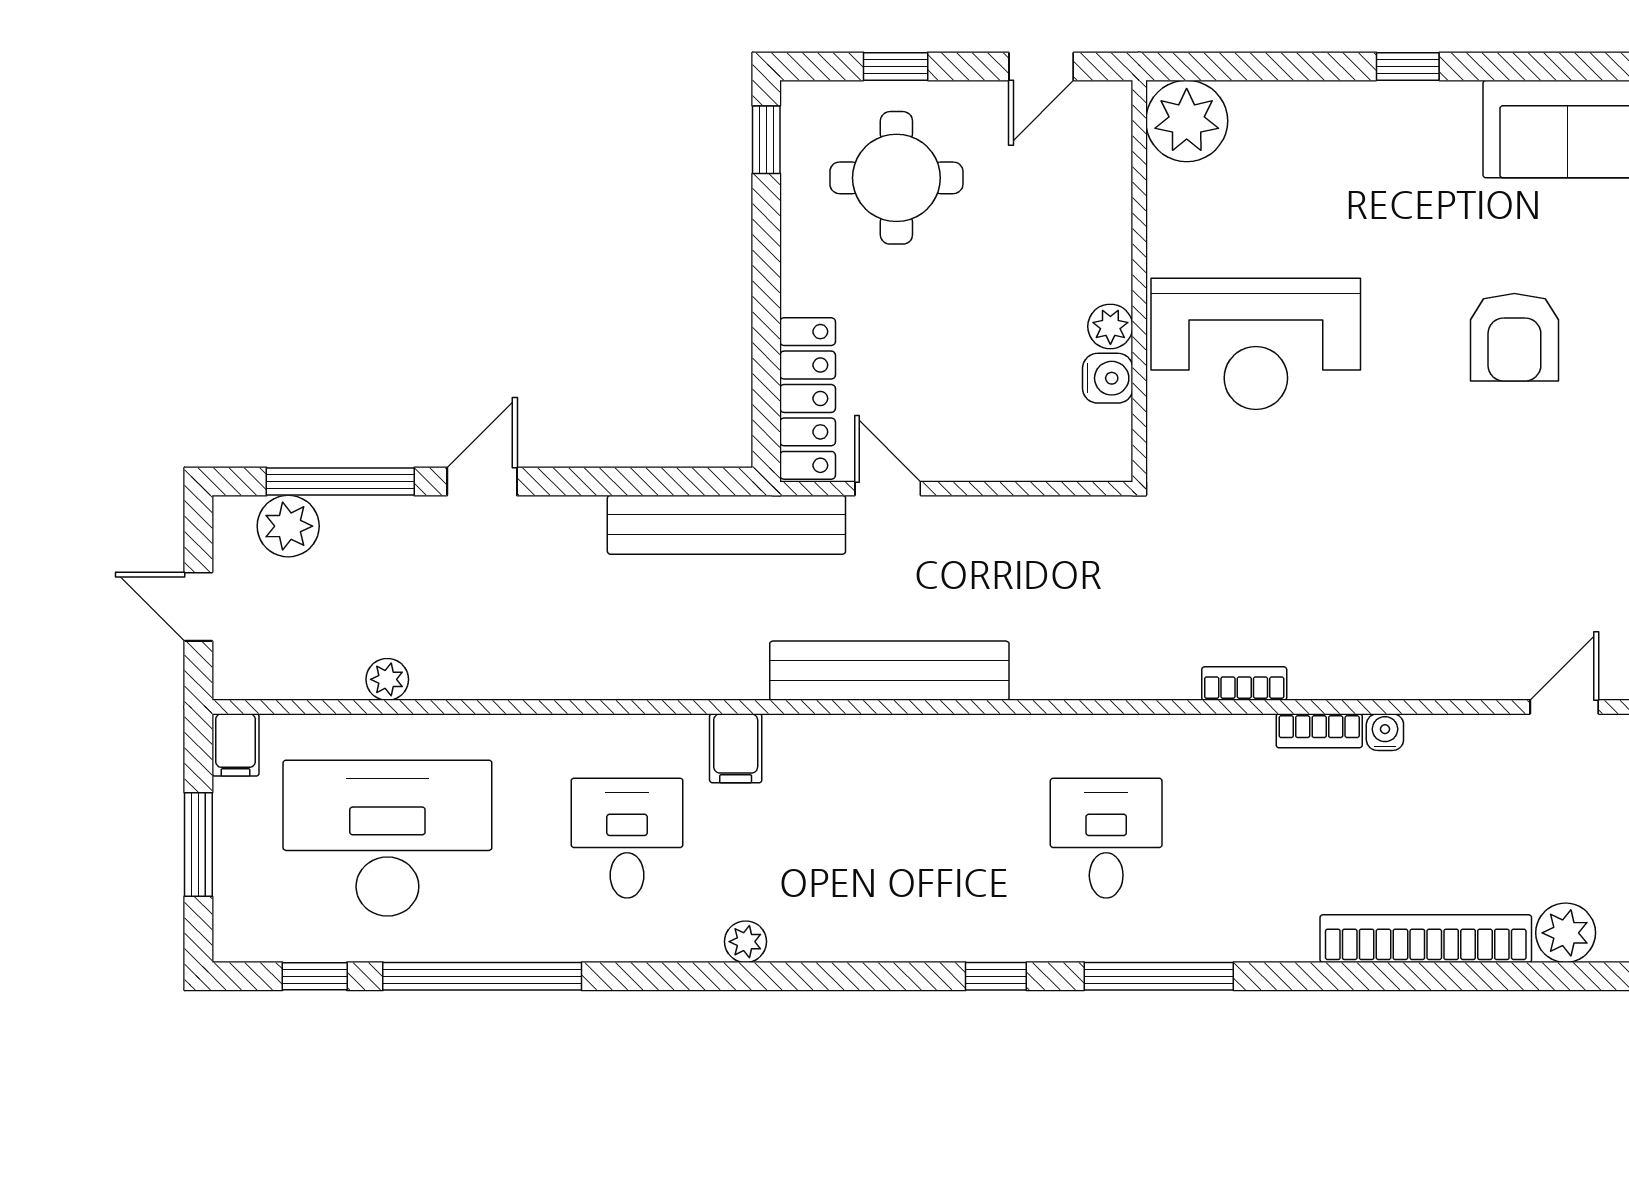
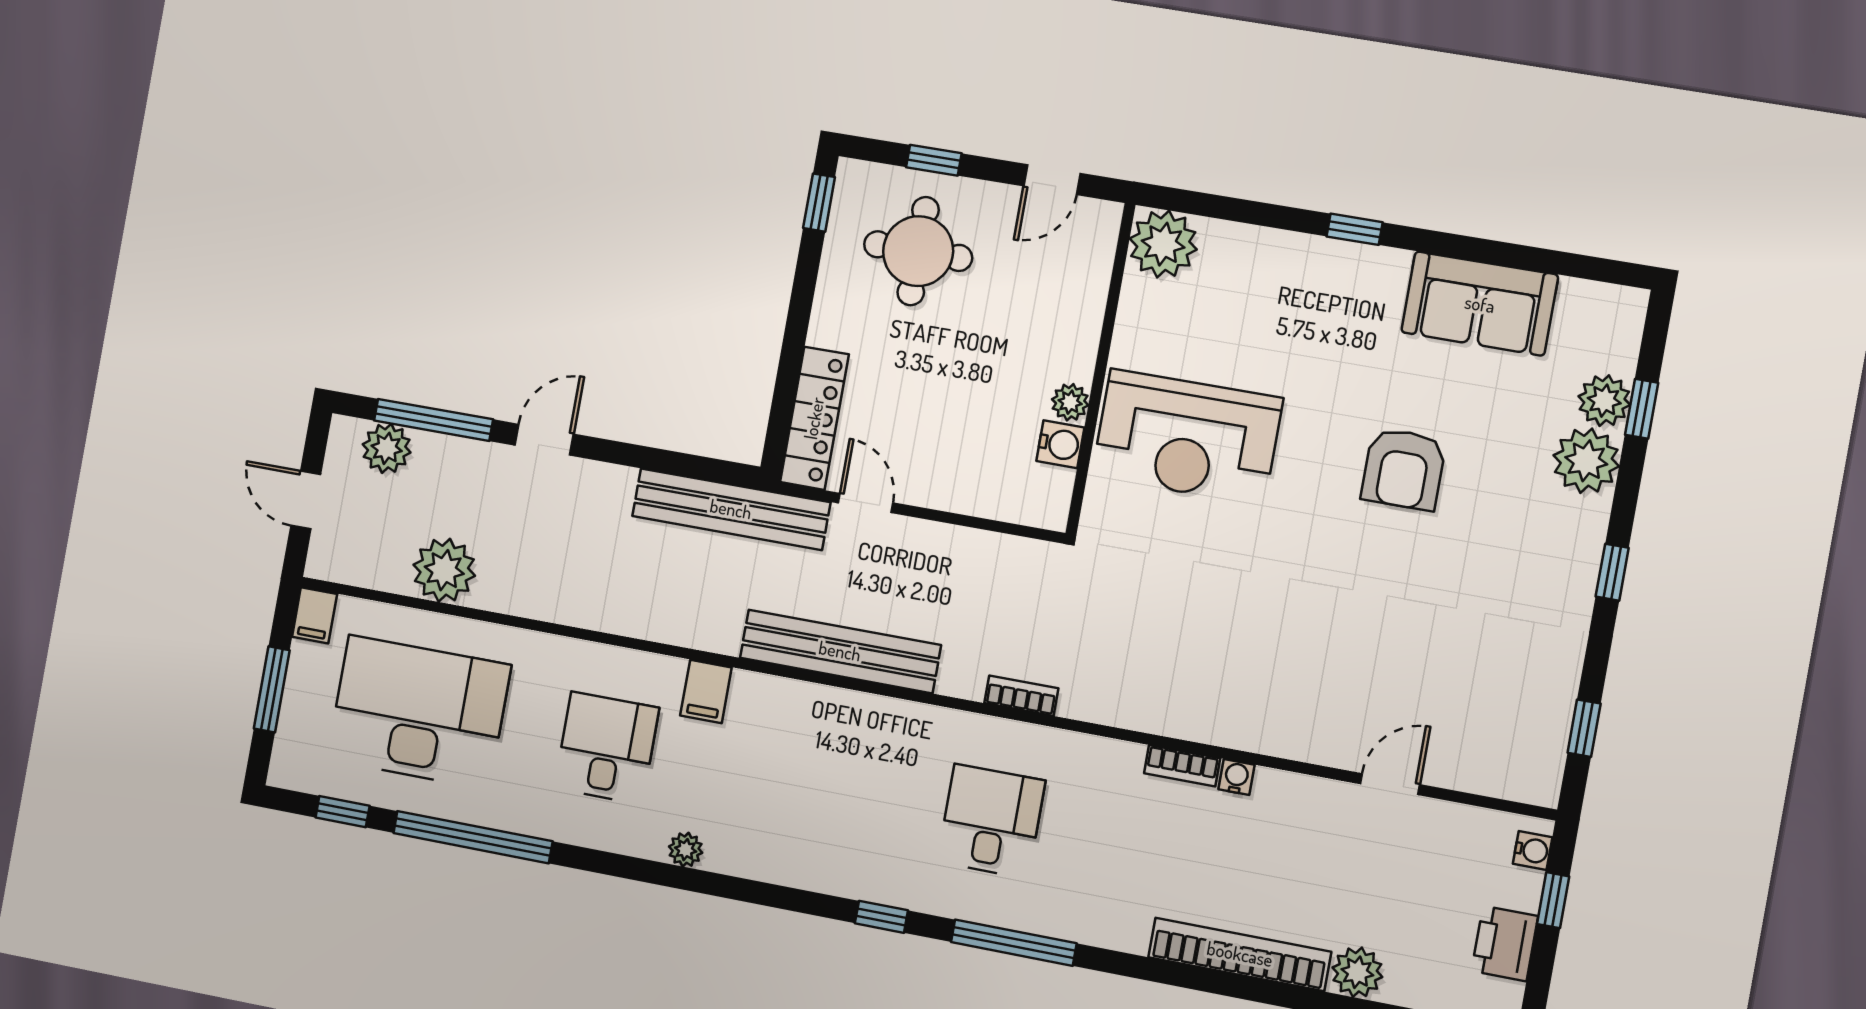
plant: (387, 679) -> (444, 570), width x1.88, depth x1.88
bookcase: (1244, 684) -> (1021, 696), moved

